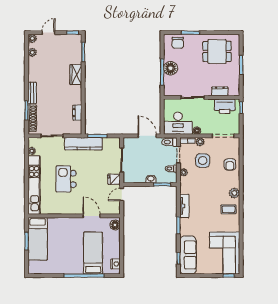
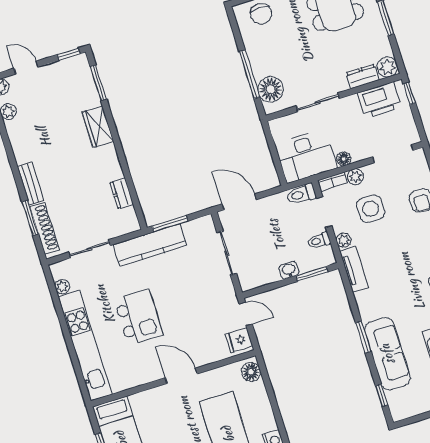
door: (48, 33) -> (26, 68), hinge flipped
floor lamp: (171, 68) -> (271, 89), moved
plant: (234, 90) -> (387, 67), added
door: (147, 136) -> (239, 202), moved
kitchen island: (66, 179) -> (139, 317), turned 180
fridge: (114, 179) -> (239, 340), moved
door: (122, 194) -> (246, 314), swing flipped
tv unit: (184, 206) -> (354, 269), moved
door: (92, 216) -> (181, 376), moved
sofa: (188, 255) -> (387, 354), moved

